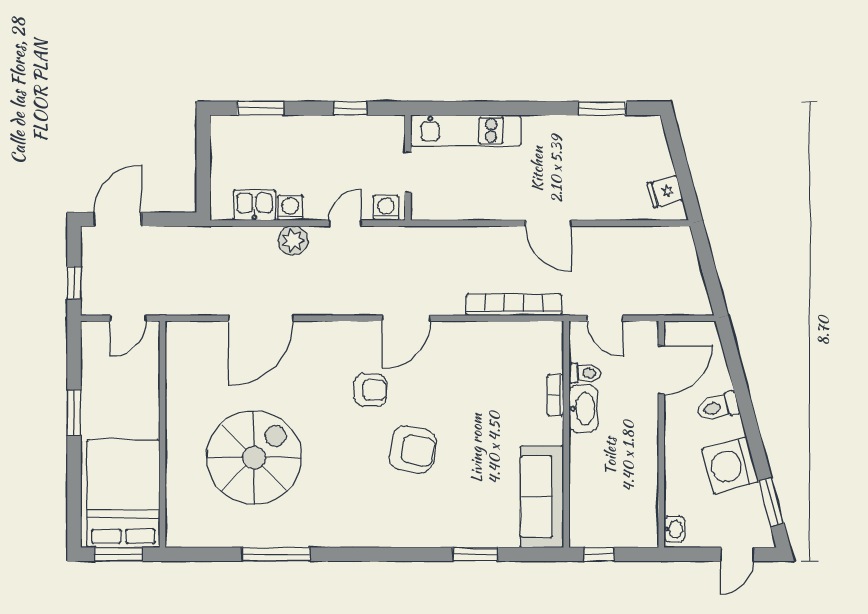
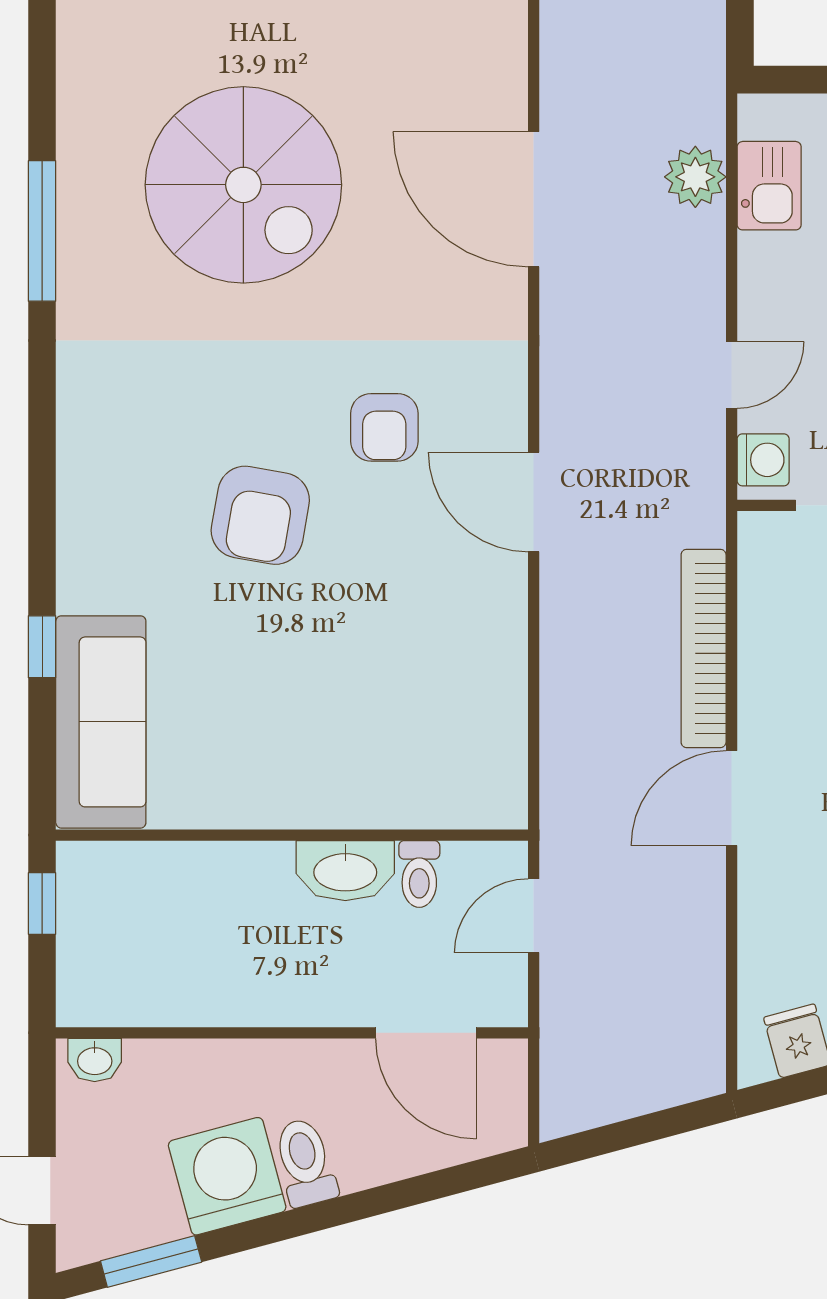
washing machine: (290, 208) -> (763, 261), removed
door: (345, 223) -> (732, 375), hinge flipped
plant: (293, 241) -> (695, 177), moved
bookcase: (514, 305) -> (704, 648), moved, turned 180
bookcase: (555, 395) -> (374, 812), removed
toilet: (718, 407) -> (305, 1162), moved
sofa: (542, 497) -> (101, 722), moved, turned 90
window: (476, 554) -> (42, 647), width x0.67

